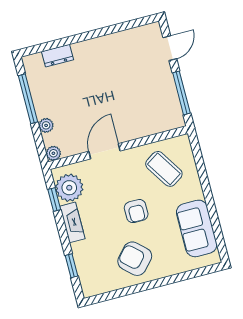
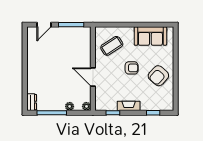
door: (170, 48) -> (44, 25), swing flipped
dresser: (57, 56) -> (32, 102), moved
plant: (69, 188) -> (108, 102), removed

